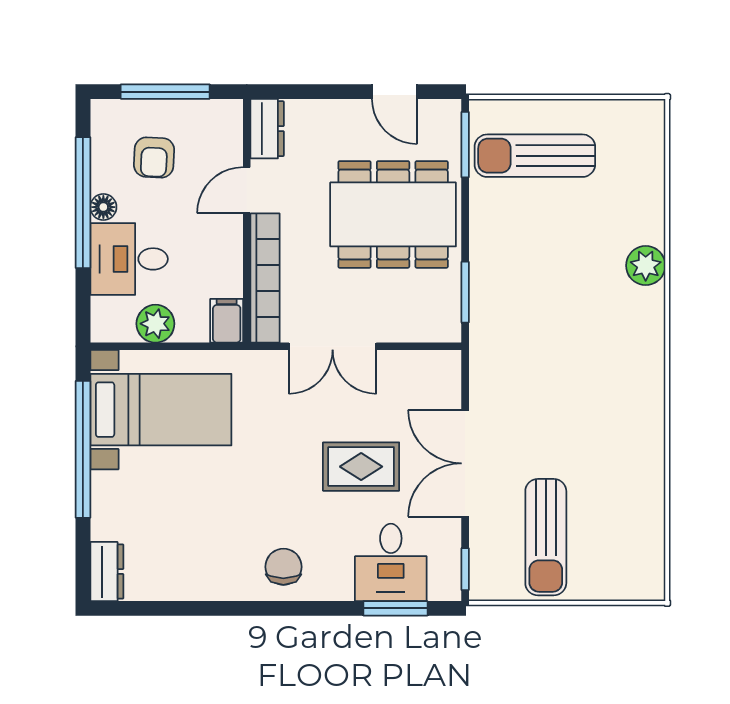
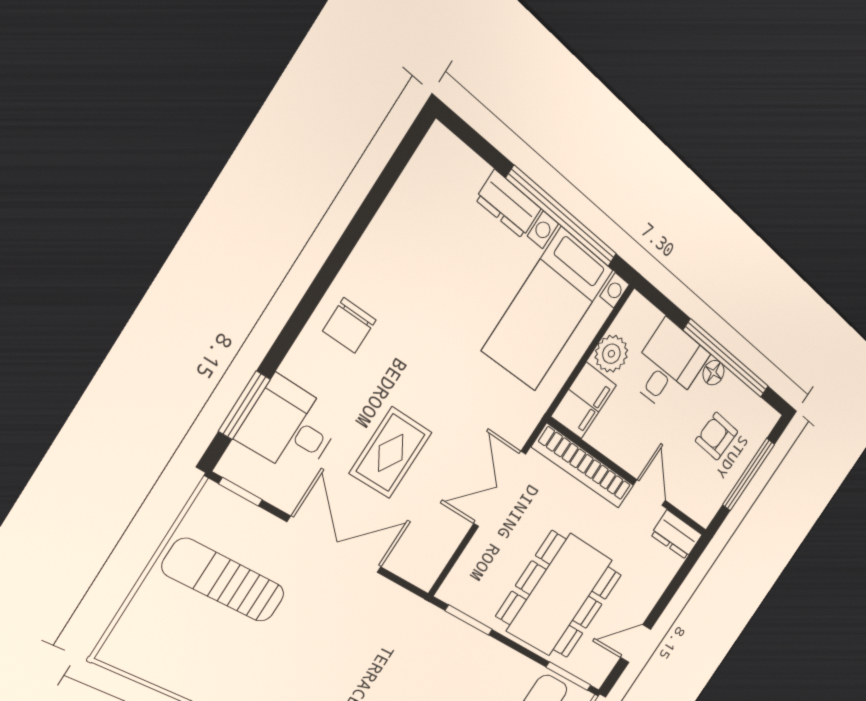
filing cabinet: (227, 321) -> (584, 401), width x2.00
chair: (283, 567) -> (349, 326), turned 90
dresser: (107, 572) -> (508, 204), moved

